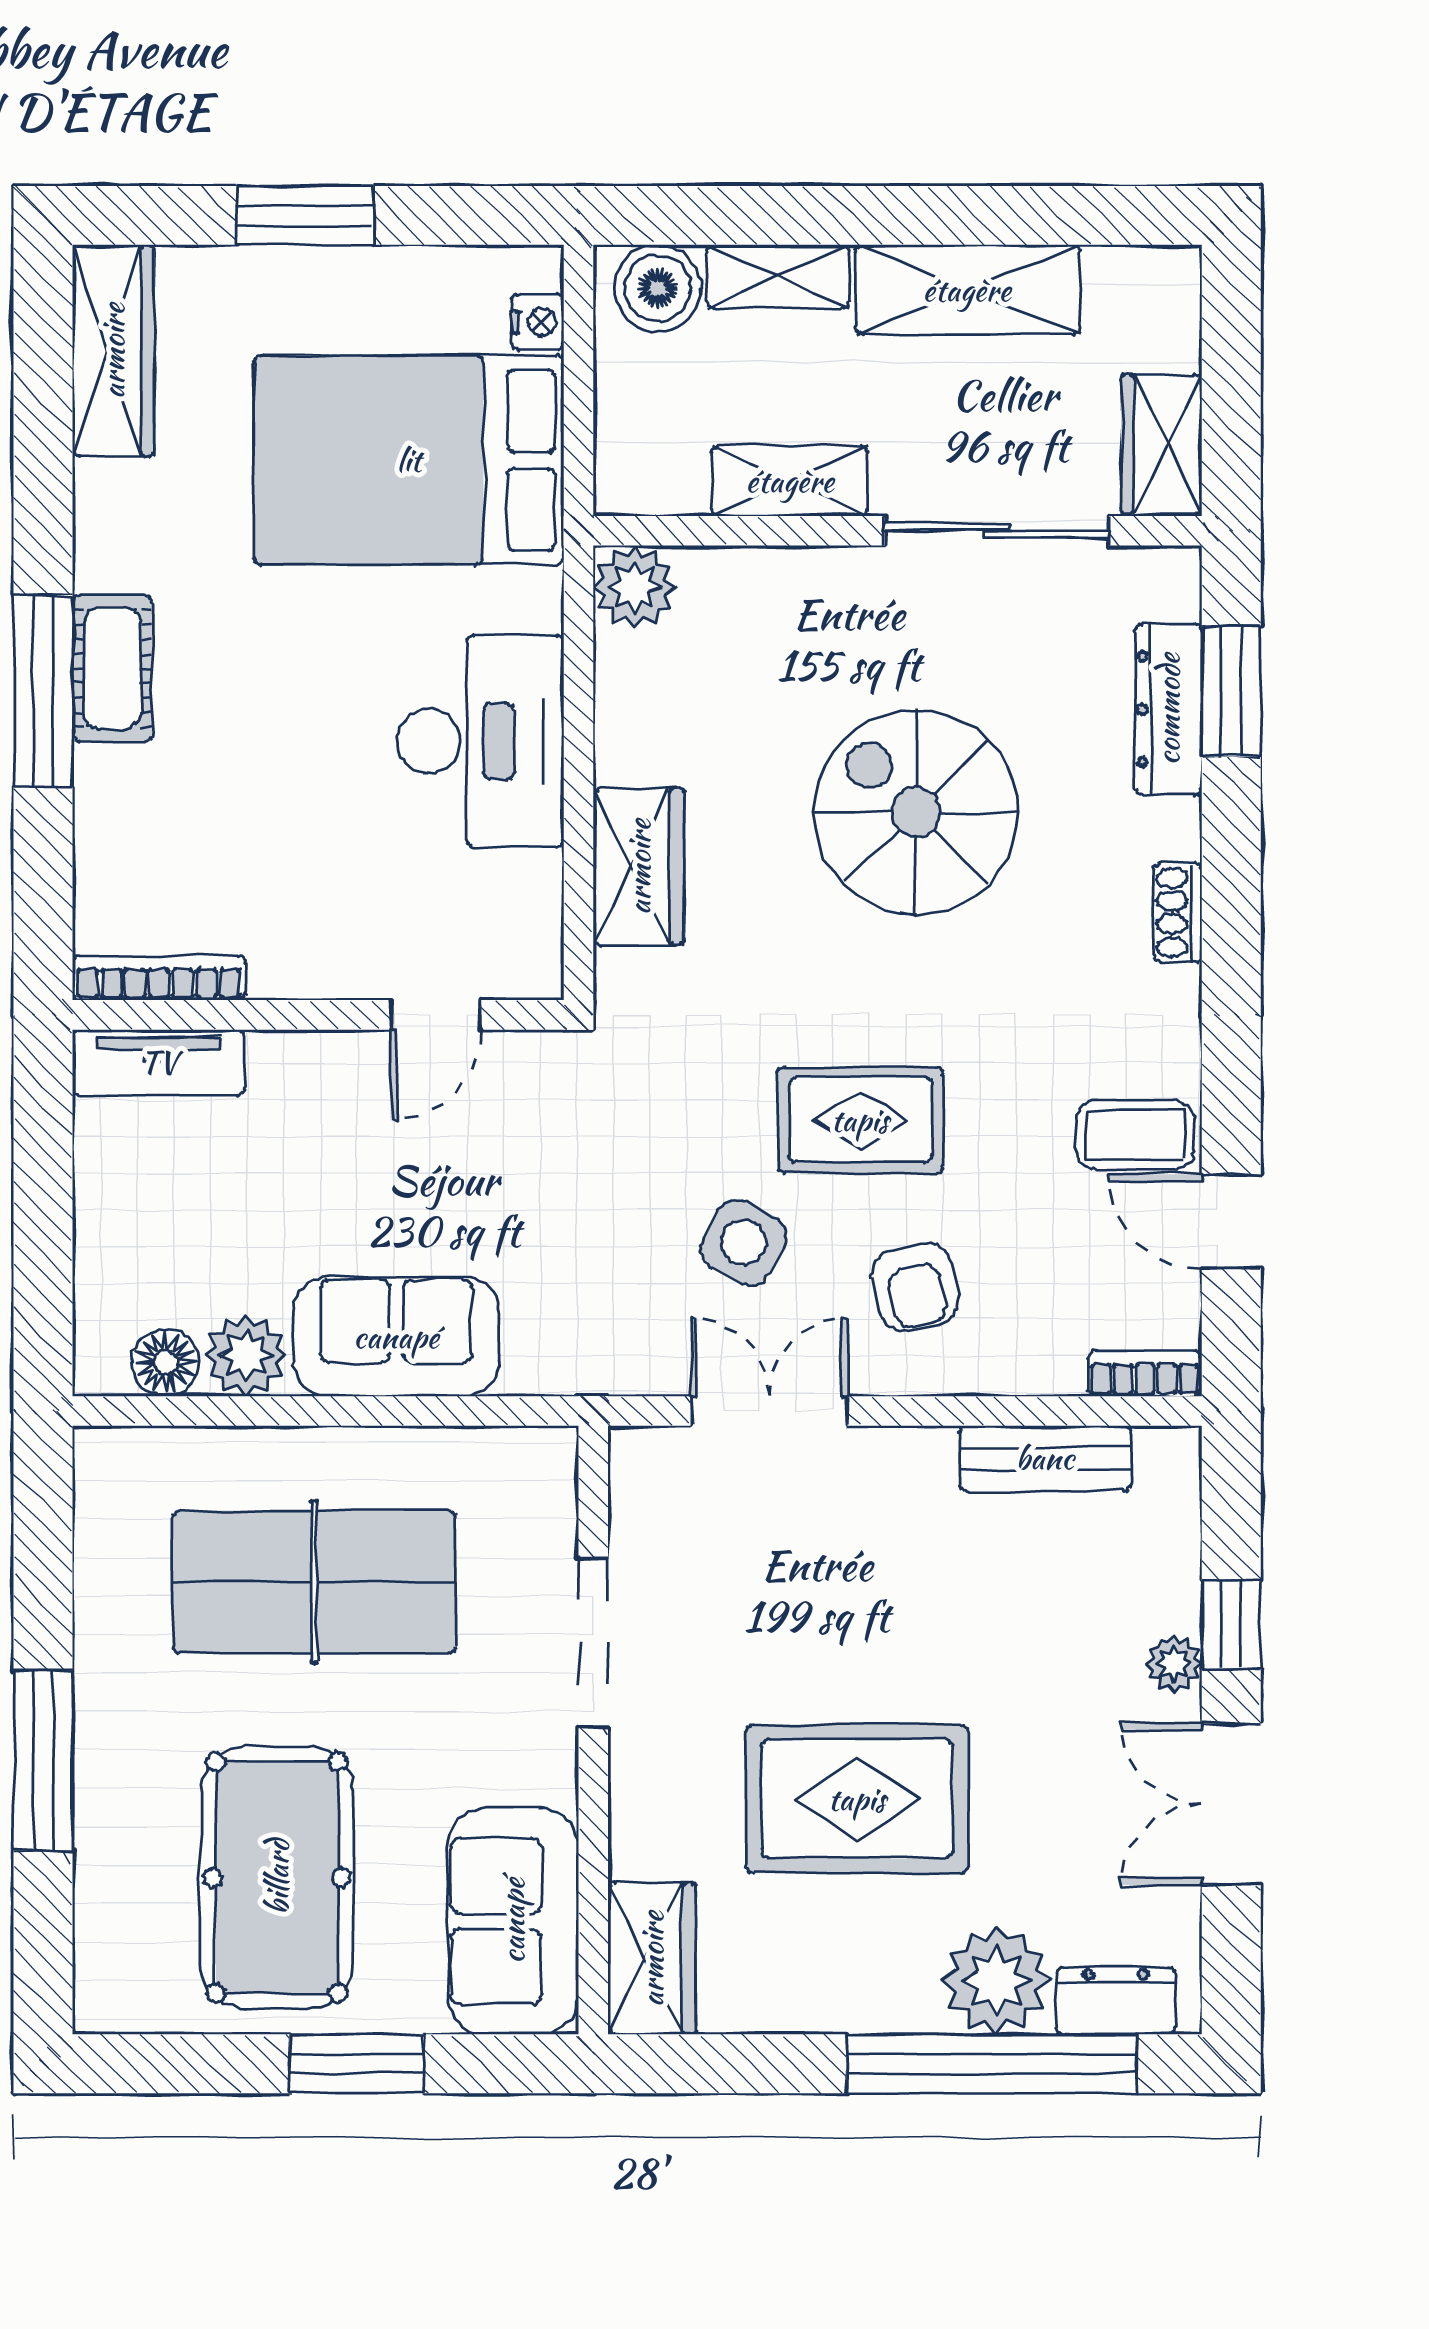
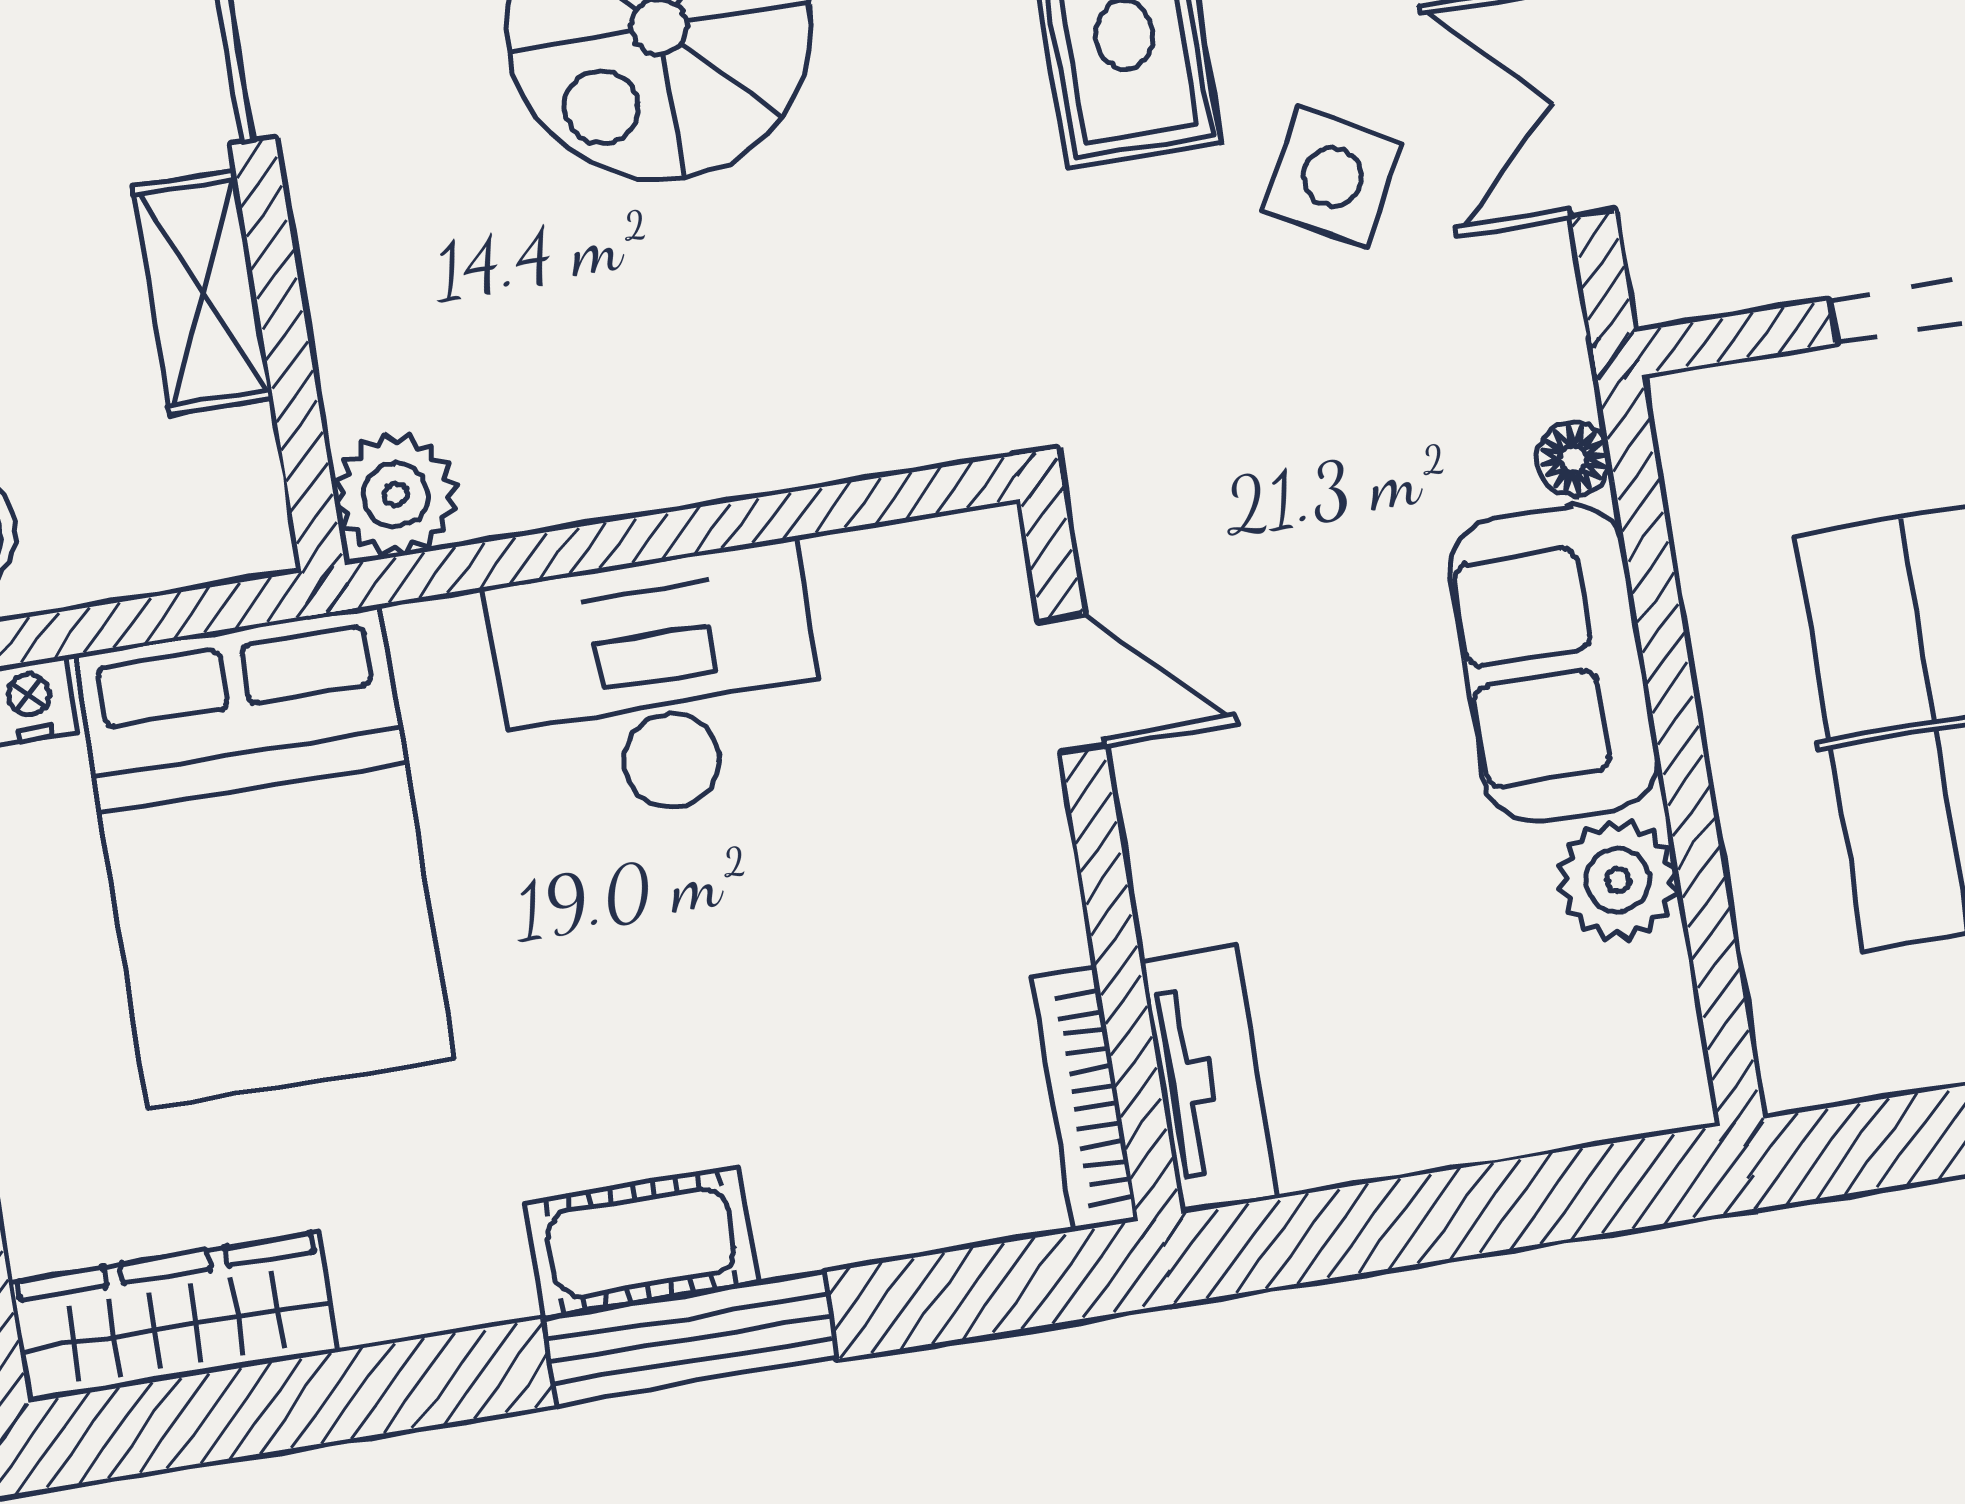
wardrobe: (639, 867) -> (806, 421), removed
floor lamp: (165, 1362) -> (1574, 459), moved, width x0.73, depth x0.73

